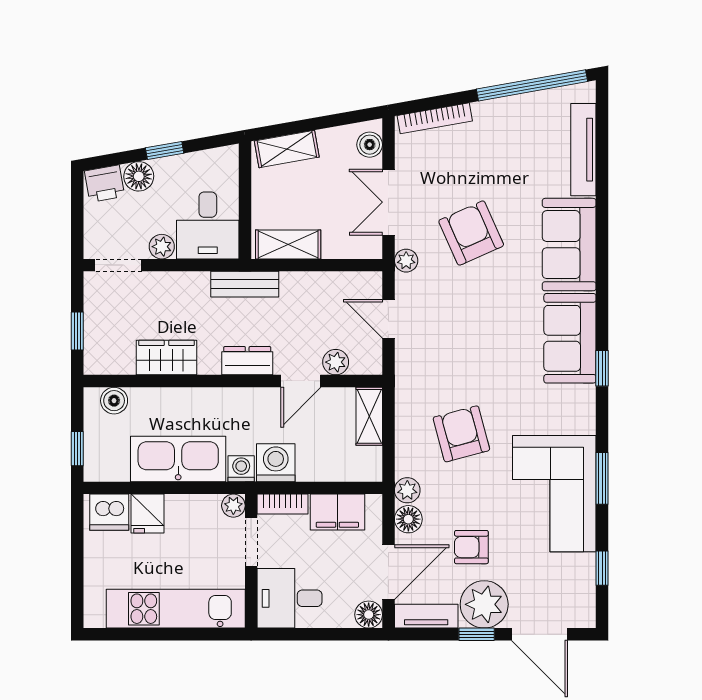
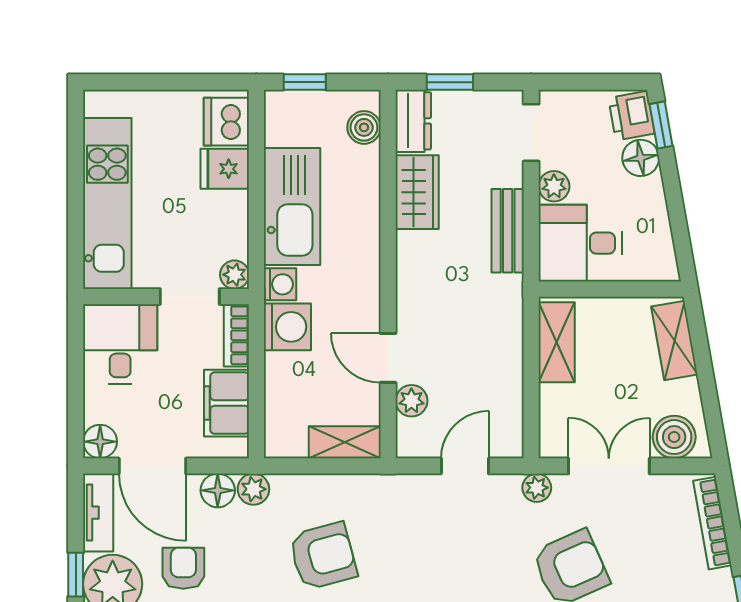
boiler: (370, 145) -> (674, 437), width x1.36, depth x1.36
window: (165, 150) -> (661, 125), moved
bench: (245, 284) -> (508, 231), moved
dresser: (247, 361) -> (413, 121), moved

